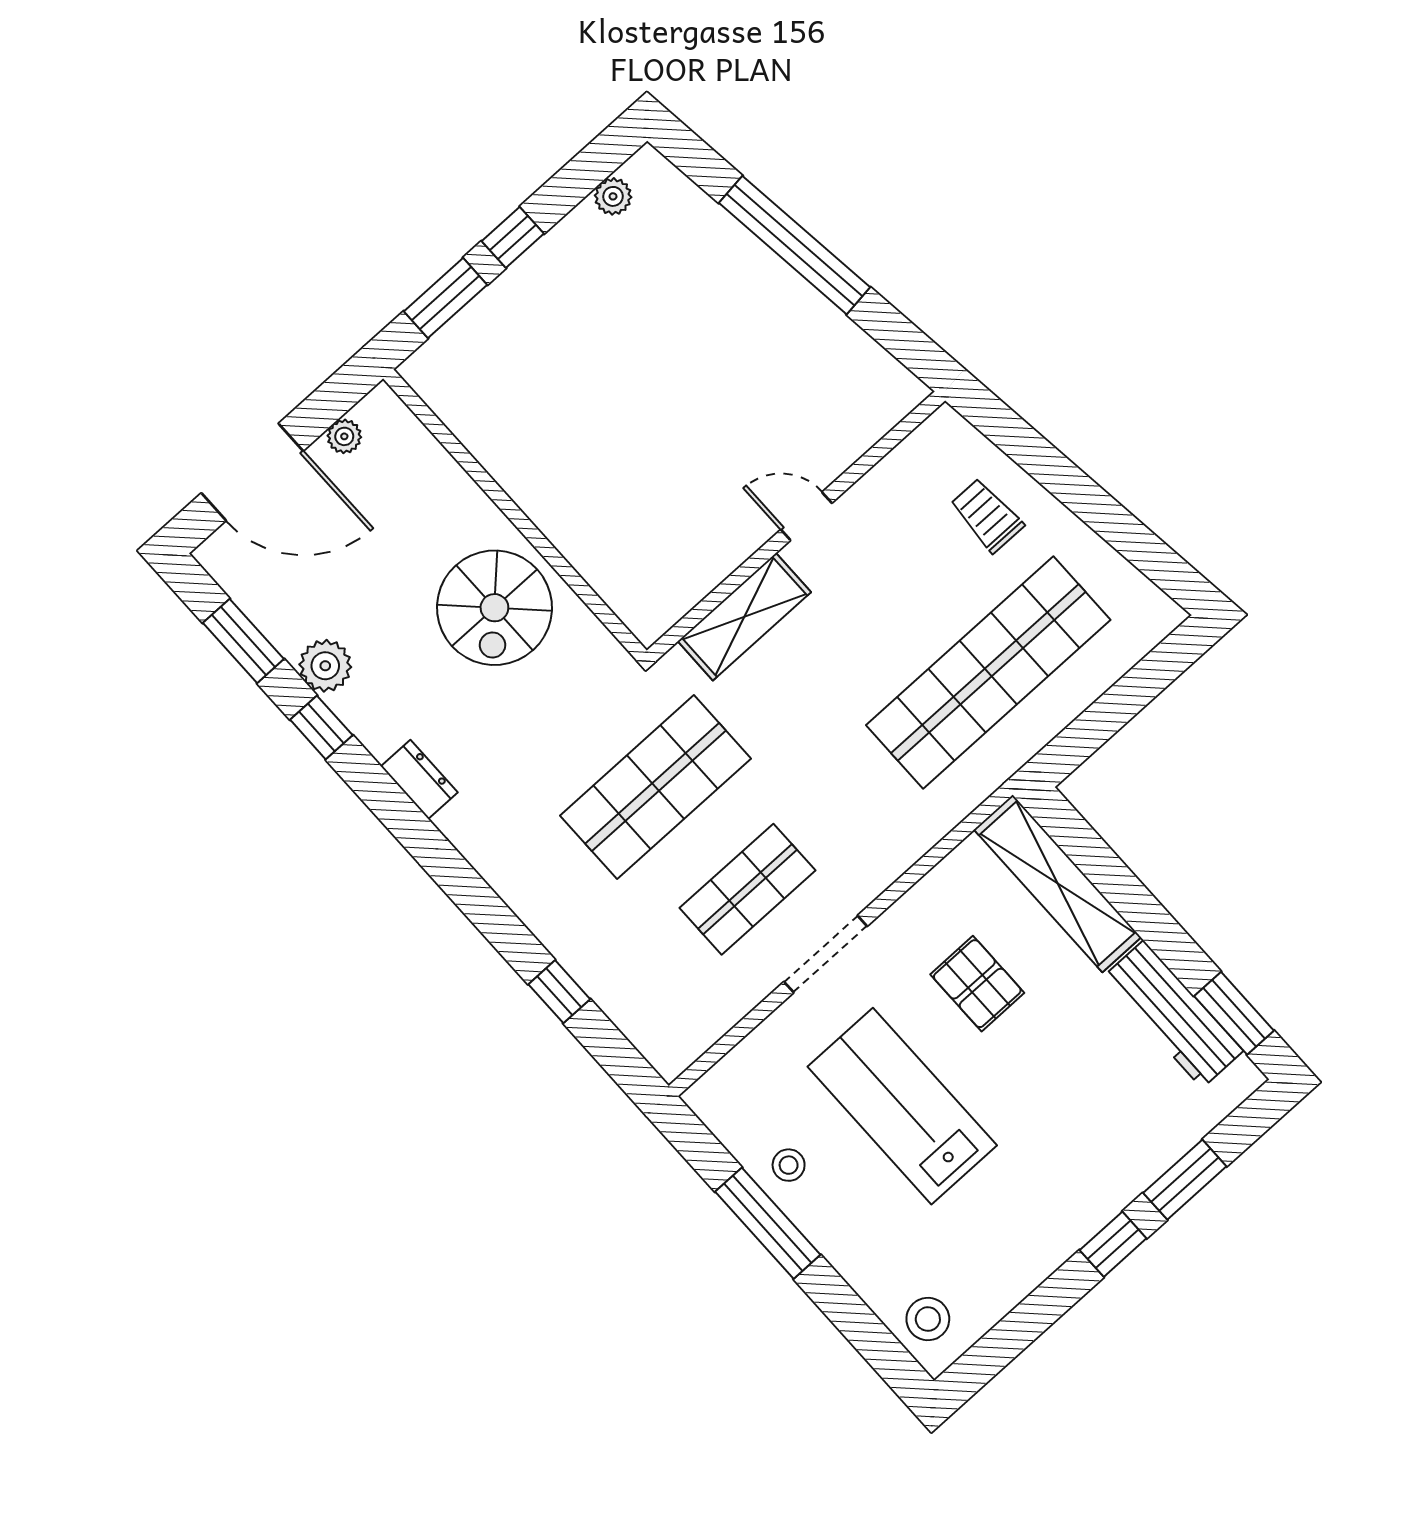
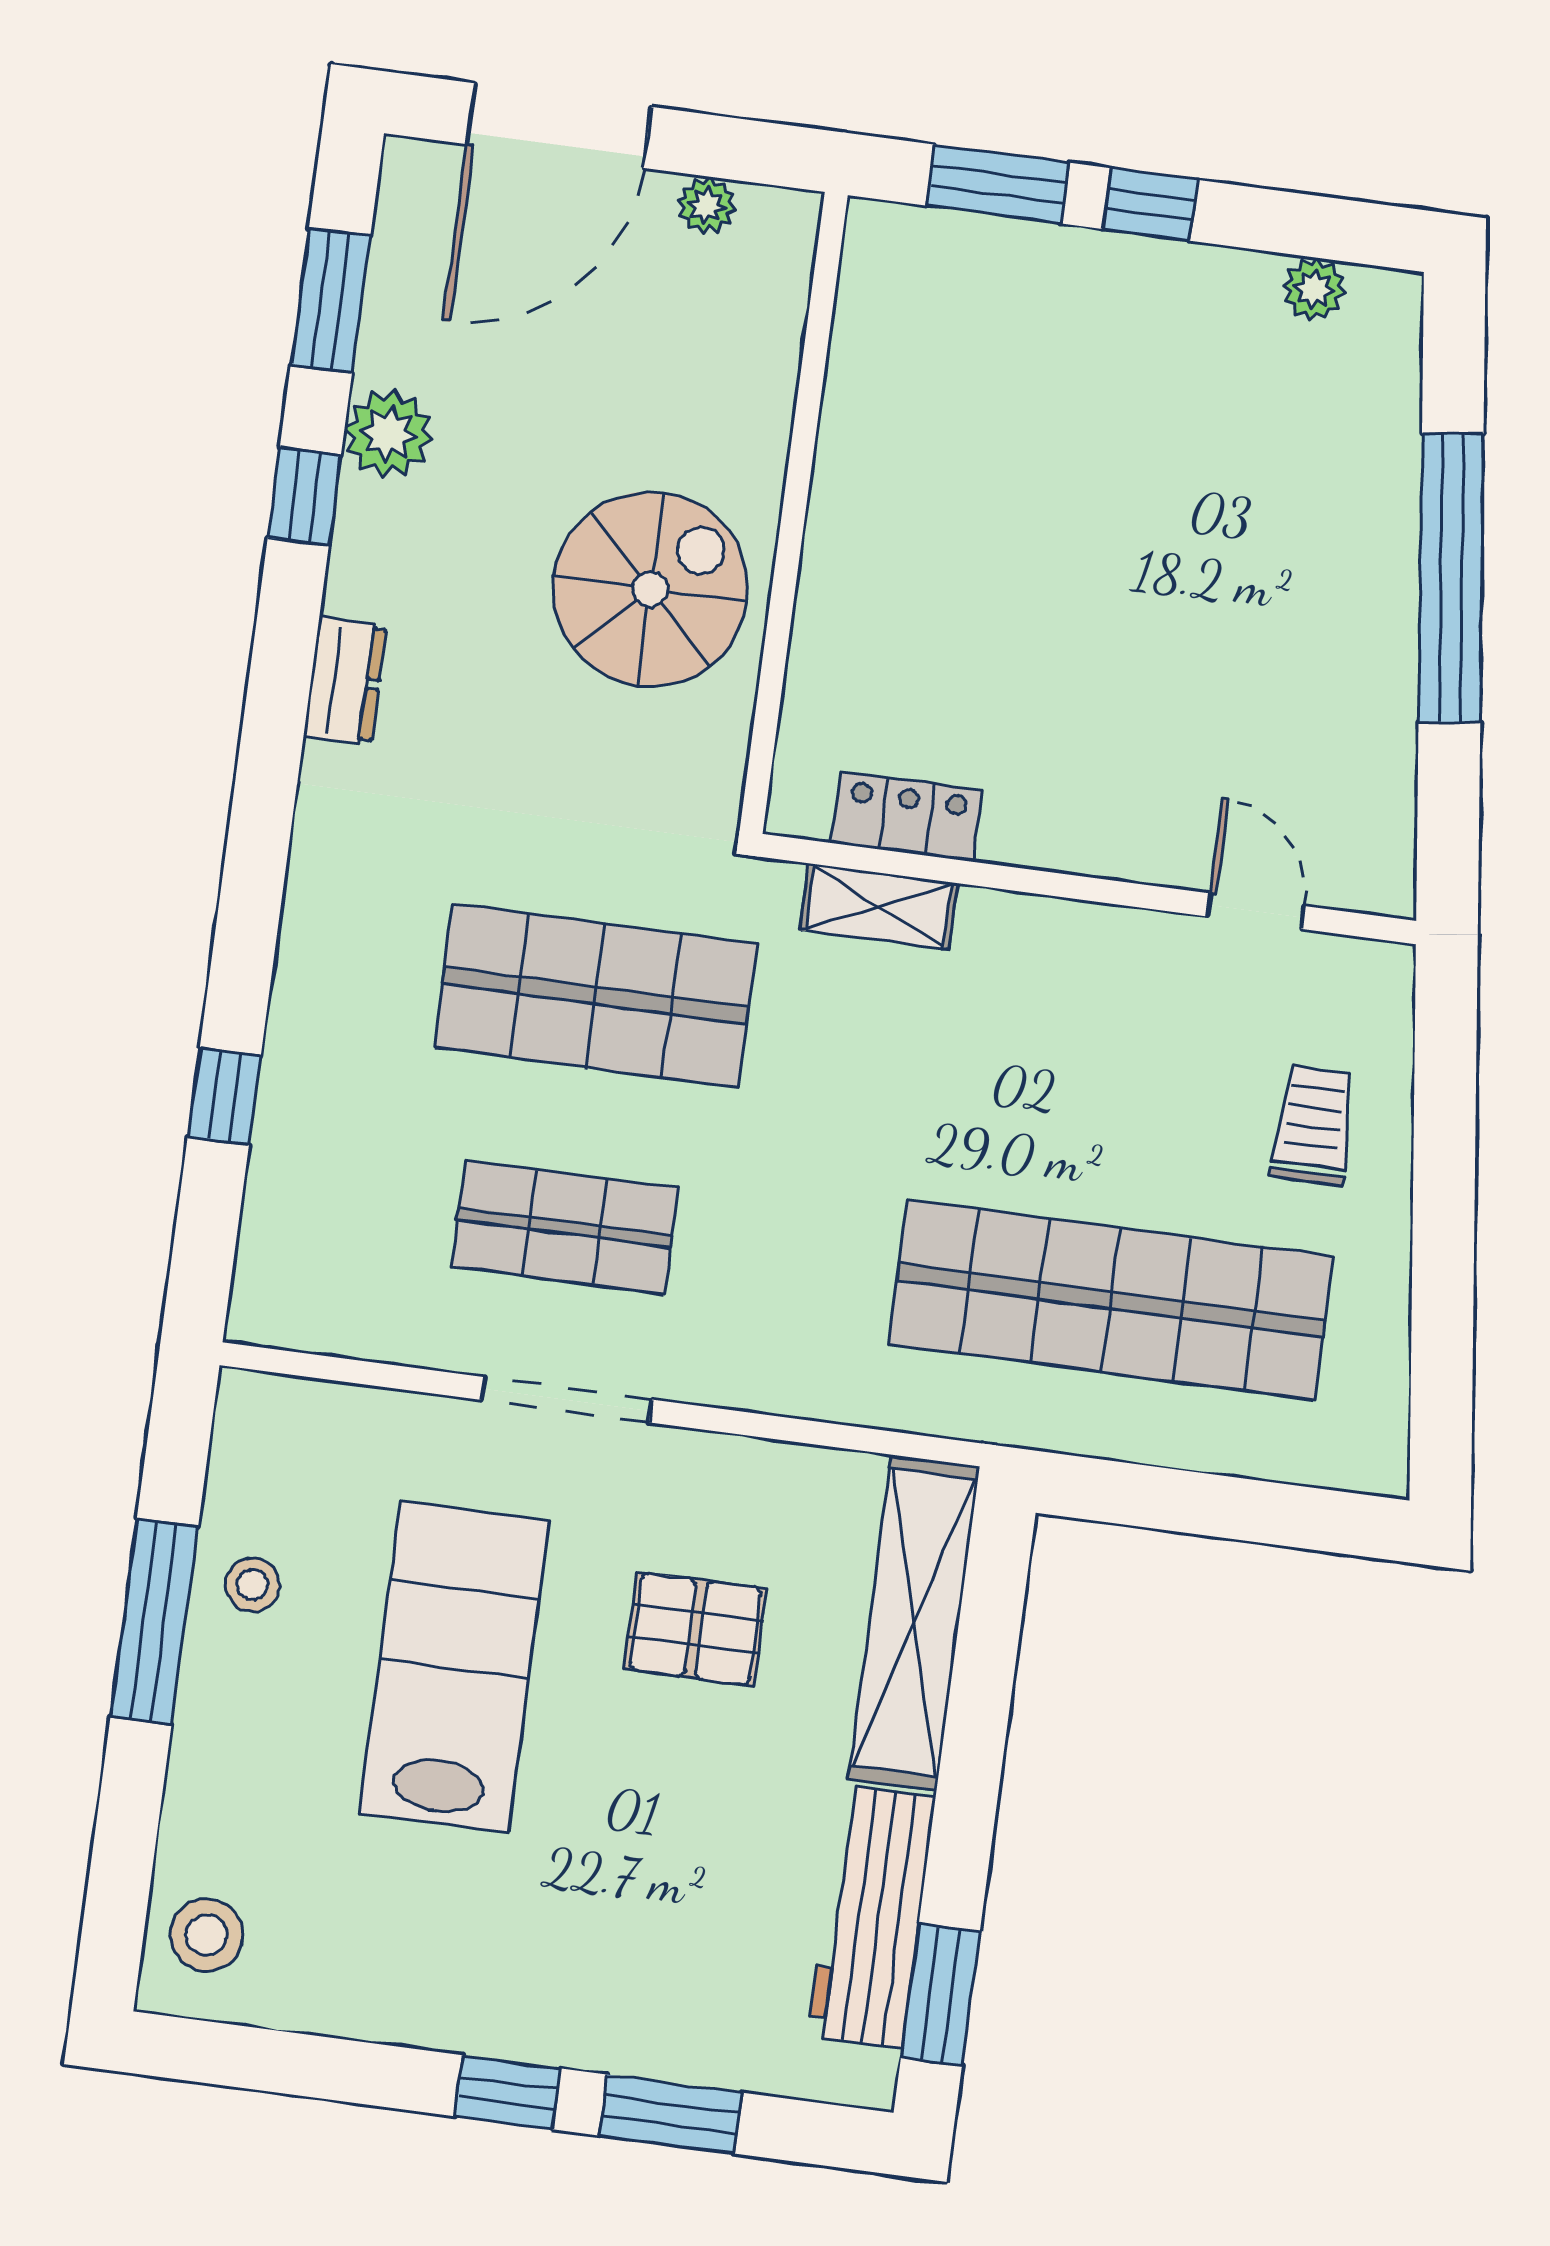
door: (252, 472) -> (559, 126), hinge flipped
door: (806, 516) -> (1256, 911), moved
locker: (694, 580) -> (907, 817), added
spiral stairs: (494, 608) -> (650, 589), turned 180
shelving: (744, 617) -> (879, 907), width x0.67, depth x0.75
pallet: (977, 984) -> (696, 1629), turned 90

